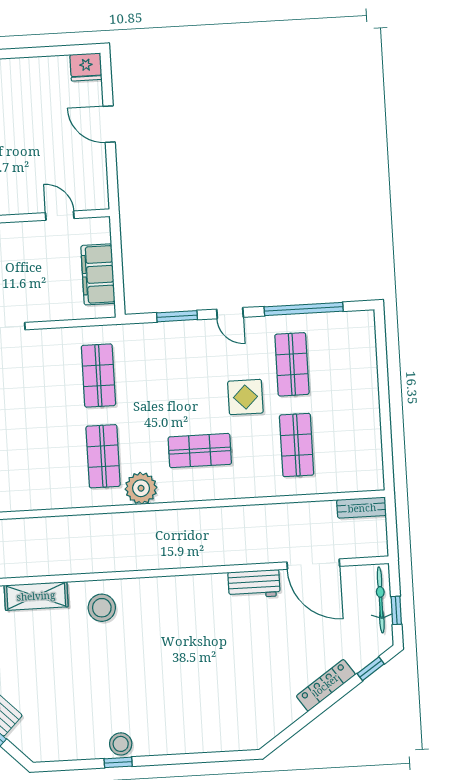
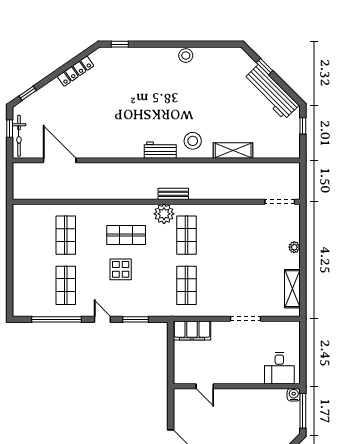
filing cabinet: (98, 274) -> (192, 330), moved, turned 90
display table: (245, 397) -> (121, 269), moved
bench: (362, 508) -> (173, 194), moved
workbench: (254, 584) -> (160, 150), moved
locker: (326, 685) -> (76, 71), moved
window: (118, 762) -> (120, 44), moved

